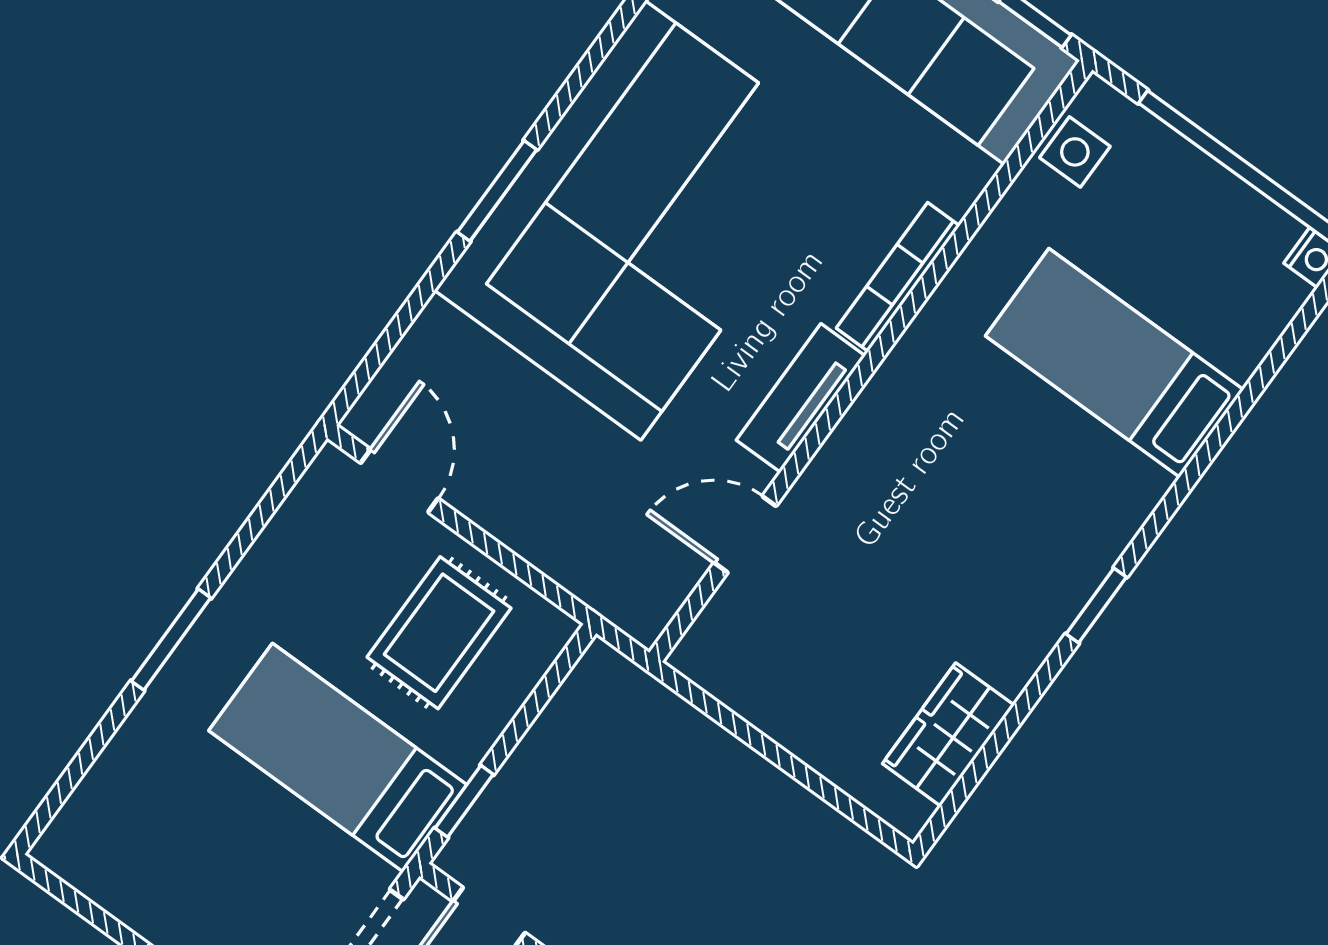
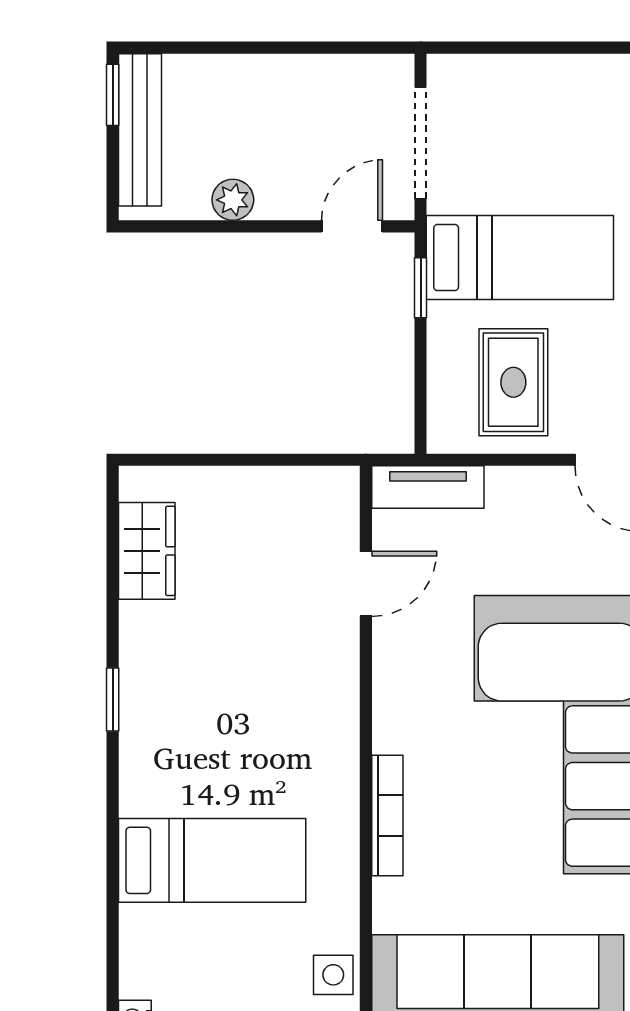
tv unit: (801, 398) -> (428, 487), moved, turned 90

